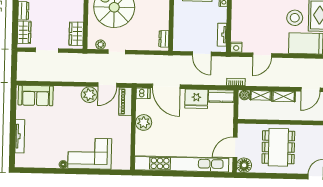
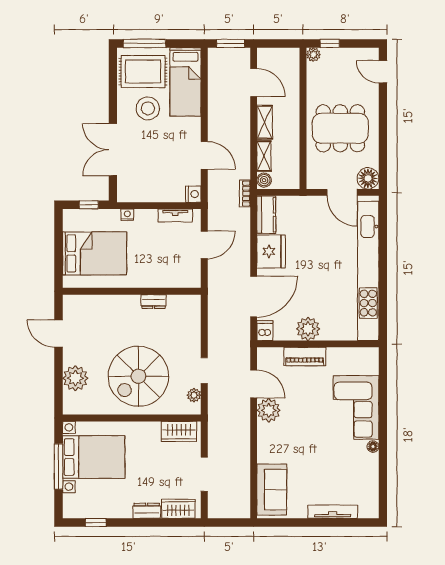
dresser: (164, 39) -> (154, 302), moved
piano: (125, 102) -> (305, 357), moved

